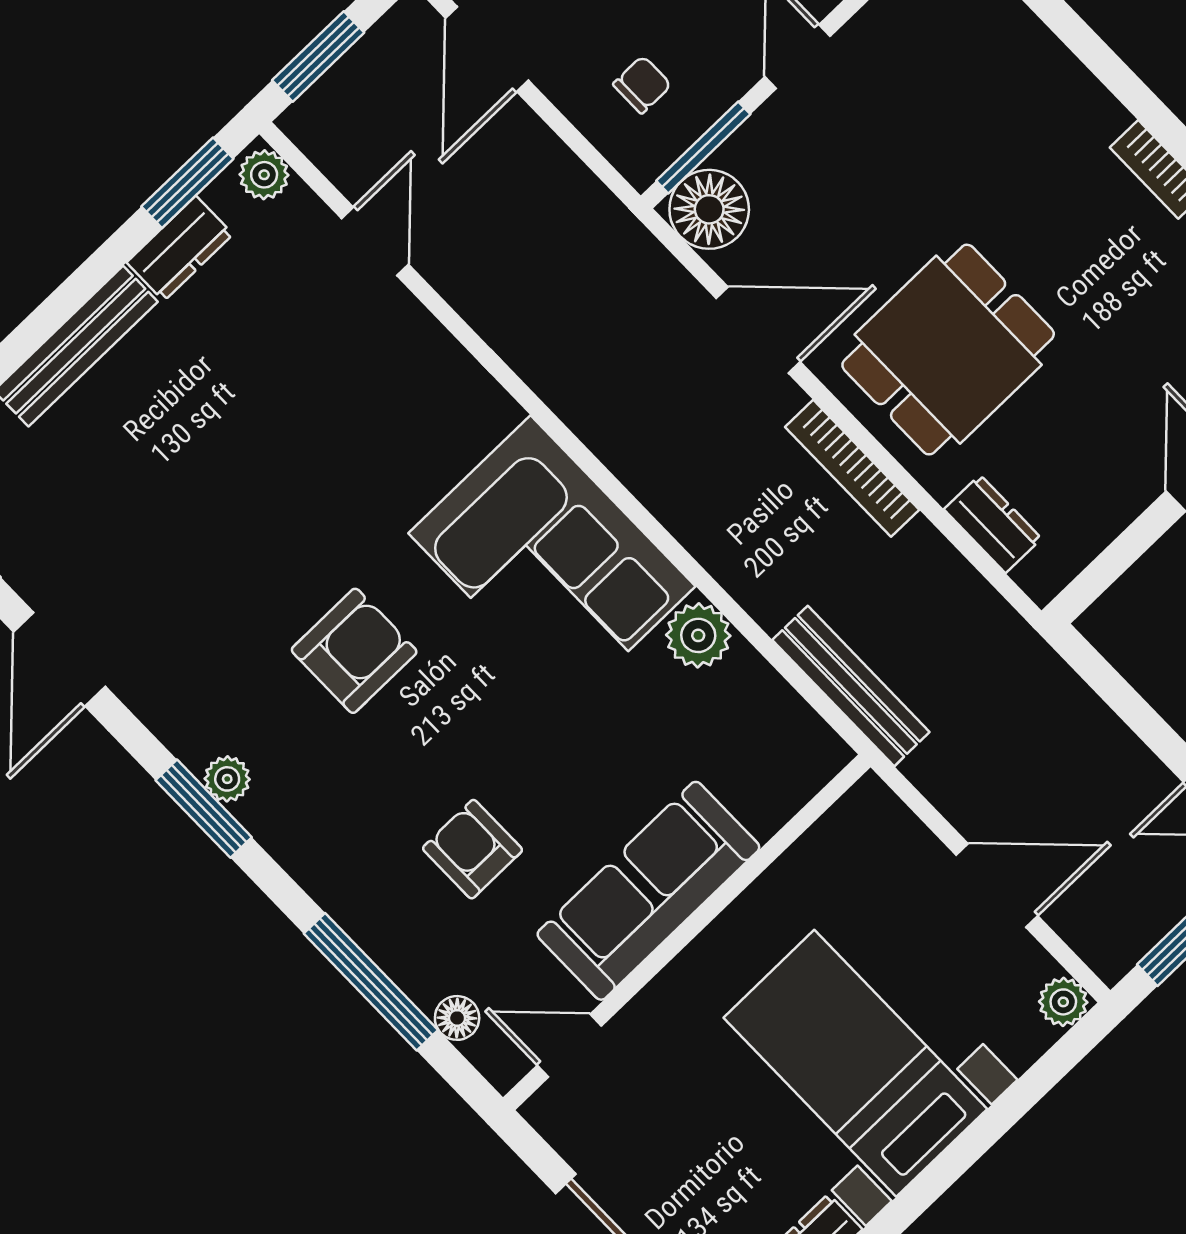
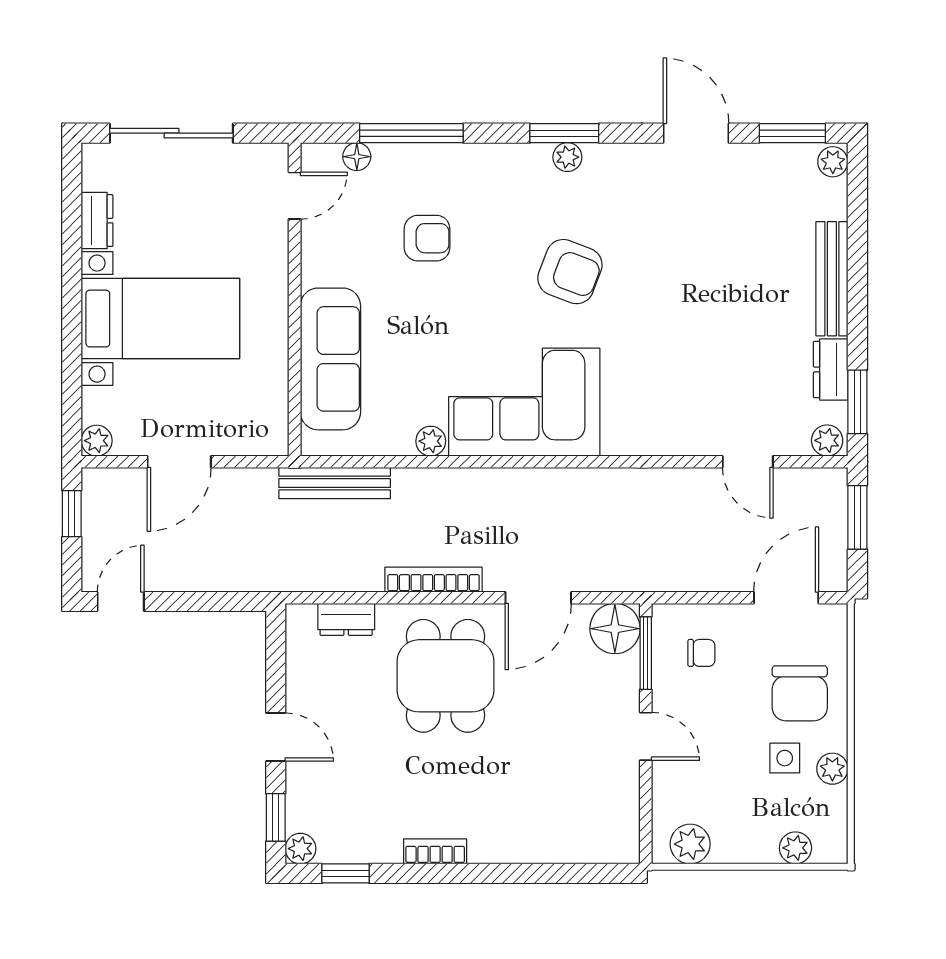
door: (487, 49) -> (786, 598), hinge flipped
chair: (642, 85) -> (701, 653), turned -90
plant: (698, 635) -> (431, 441), width x0.73, depth x0.73
armchair: (354, 651) -> (570, 272), turned -69
sofa: (648, 891) -> (330, 359), moved

